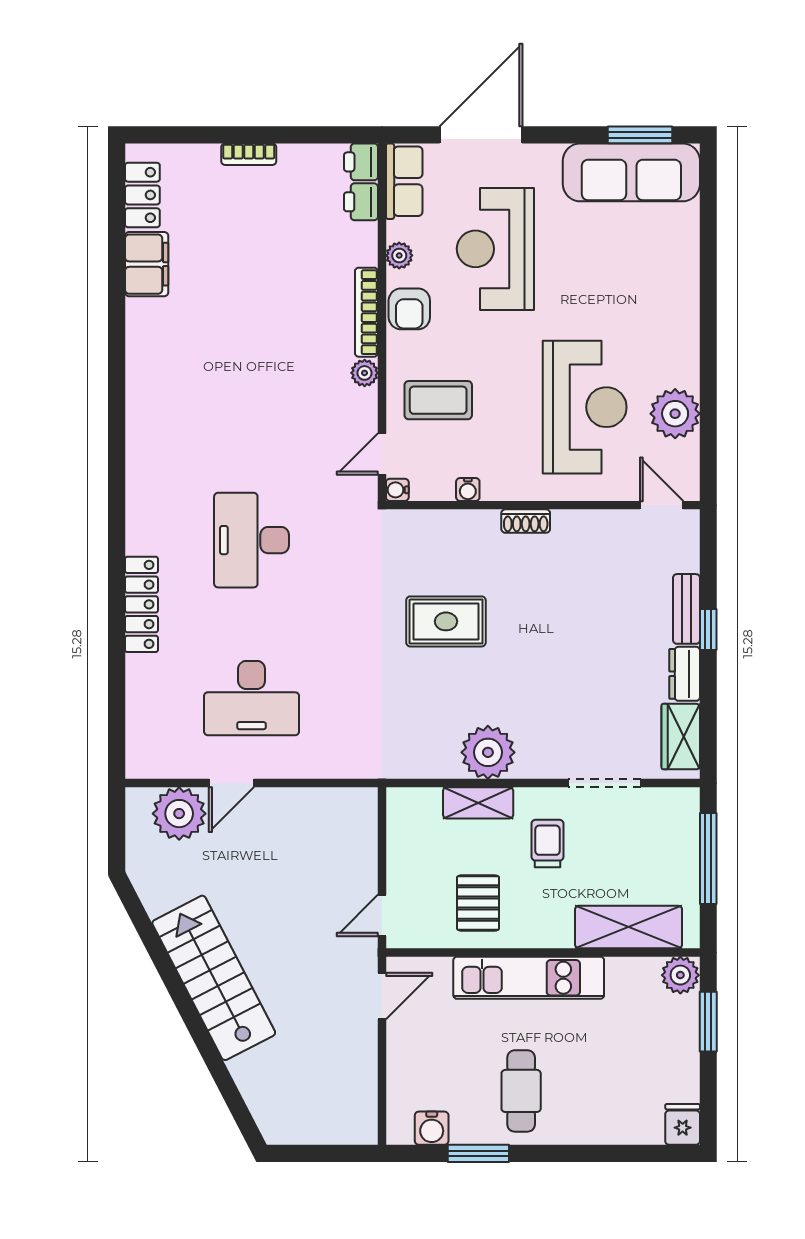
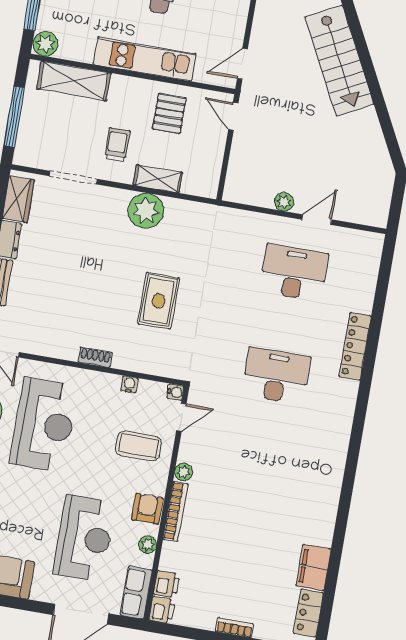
reception desk: (585, 407) -> (44, 425), turned 180
desk: (252, 540) -> (276, 376), turned -90
rug: (446, 621) -> (158, 301), turned 90
plant: (179, 814) -> (284, 202), moved, width x0.53, depth x0.53
trolley: (548, 844) -> (117, 145), turned 180
door: (382, 915) -> (233, 116), swing flipped
stairs: (214, 978) -> (339, 61), moved

